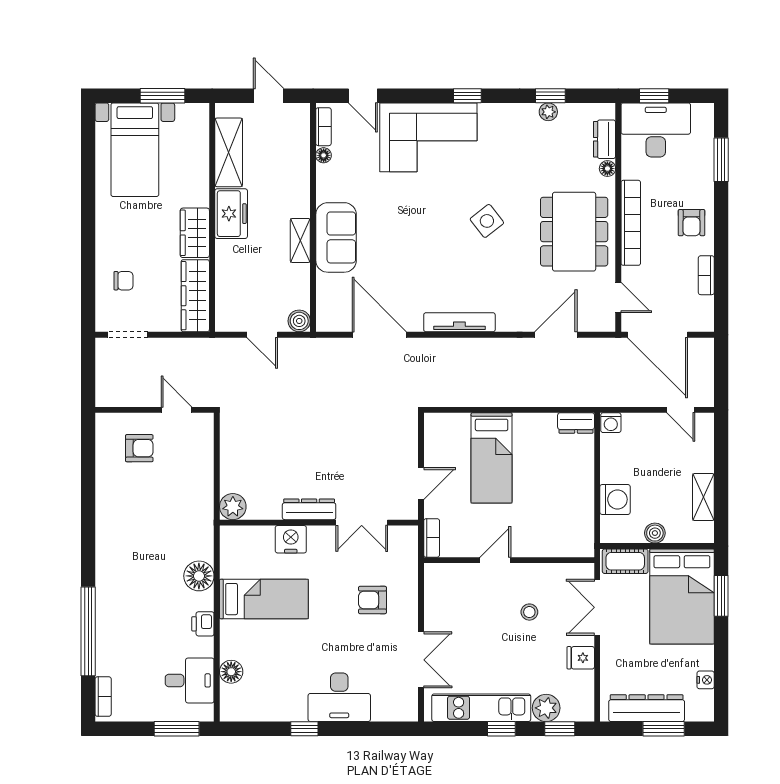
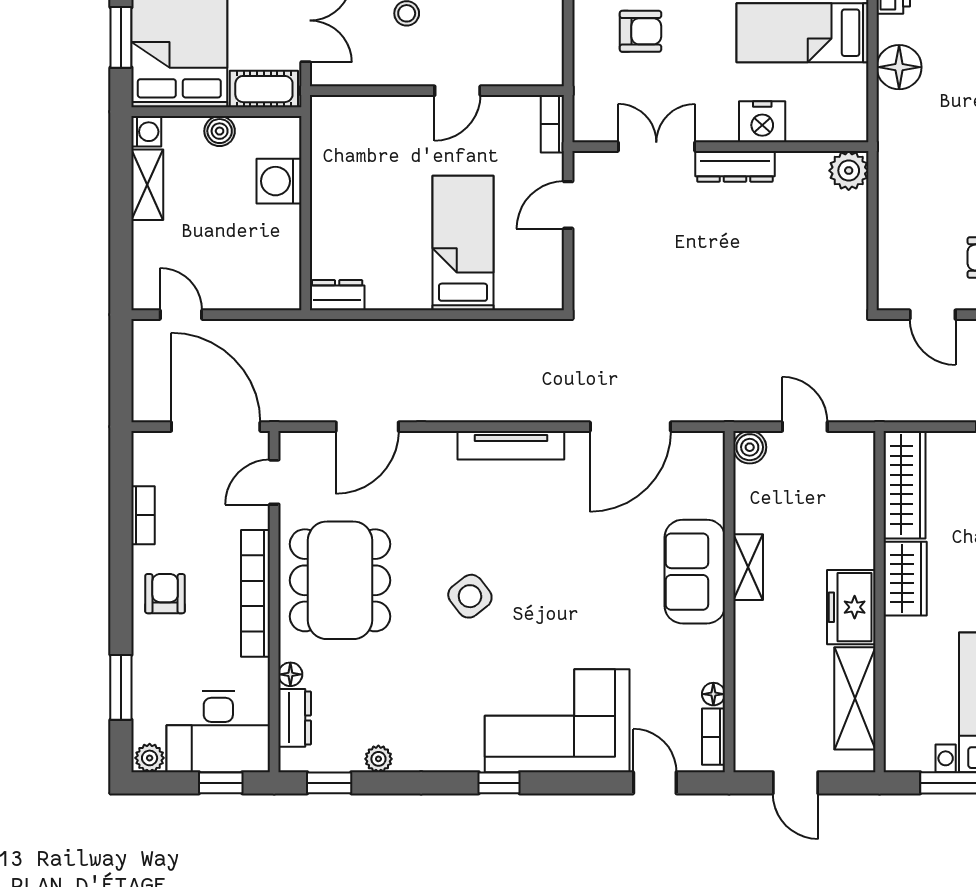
window: (550, 96) -> (329, 783), moved
plant: (702, 112) -> (150, 758), added
door: (618, 298) -> (274, 482), hinge flipped
door: (379, 335) -> (630, 427), hinge flipped
washing machine: (611, 423) -> (146, 132), moved, turned 90

